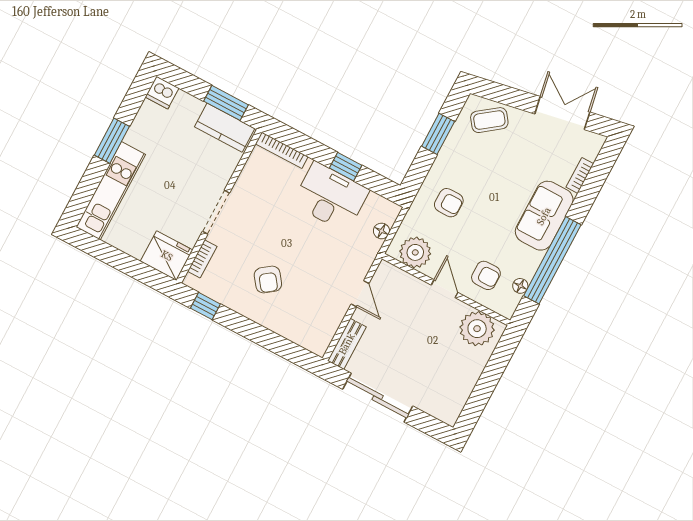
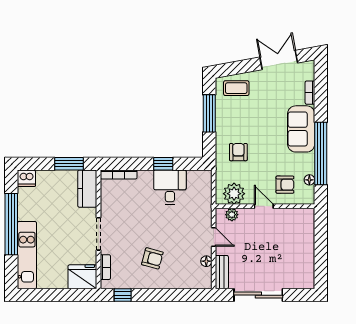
coffee table: (489, 120) -> (236, 88), turned 37
kitchen counter: (225, 128) -> (87, 189), moved, turned 90
window: (438, 134) -> (209, 113), width x1.44
window: (112, 141) -> (11, 224), width x2.11
desk: (331, 197) -> (170, 187), width x0.73
armchair: (449, 203) -> (238, 152), turned -90
floor lamp: (381, 231) -> (206, 261), moved
armchair: (268, 280) -> (152, 258), turned -38
plant: (477, 329) -> (232, 215), moved, width x0.53, depth x0.53

